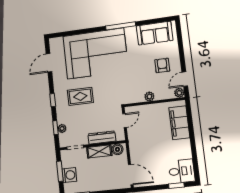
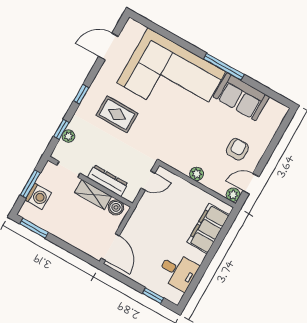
sofa: (155, 33) -> (241, 97), moved
desk: (182, 171) -> (178, 271), moved

